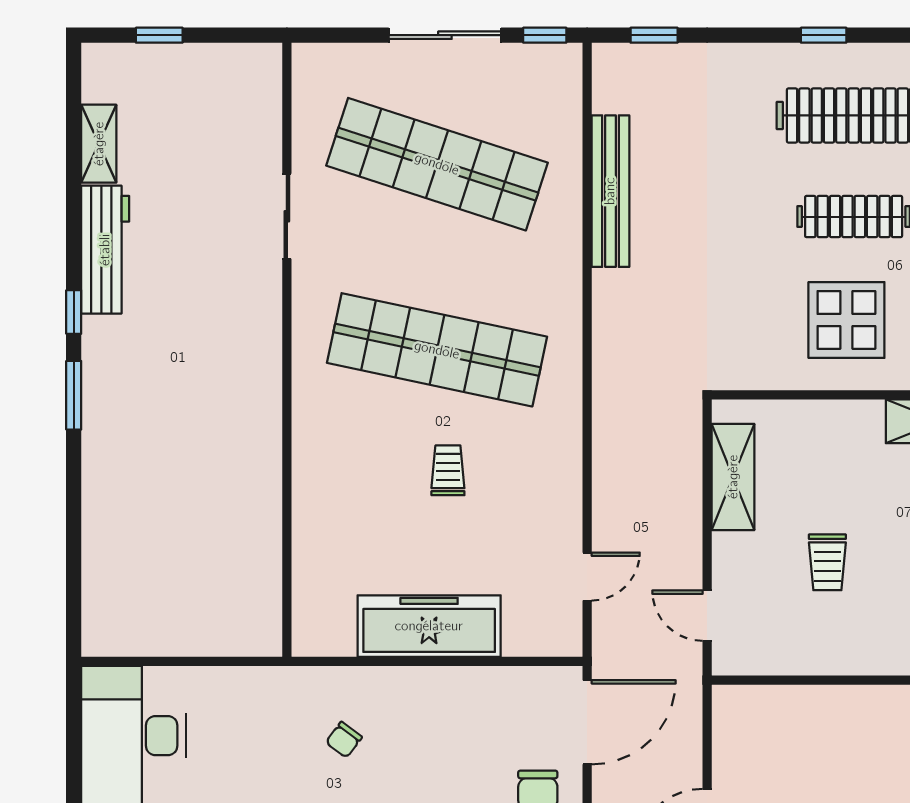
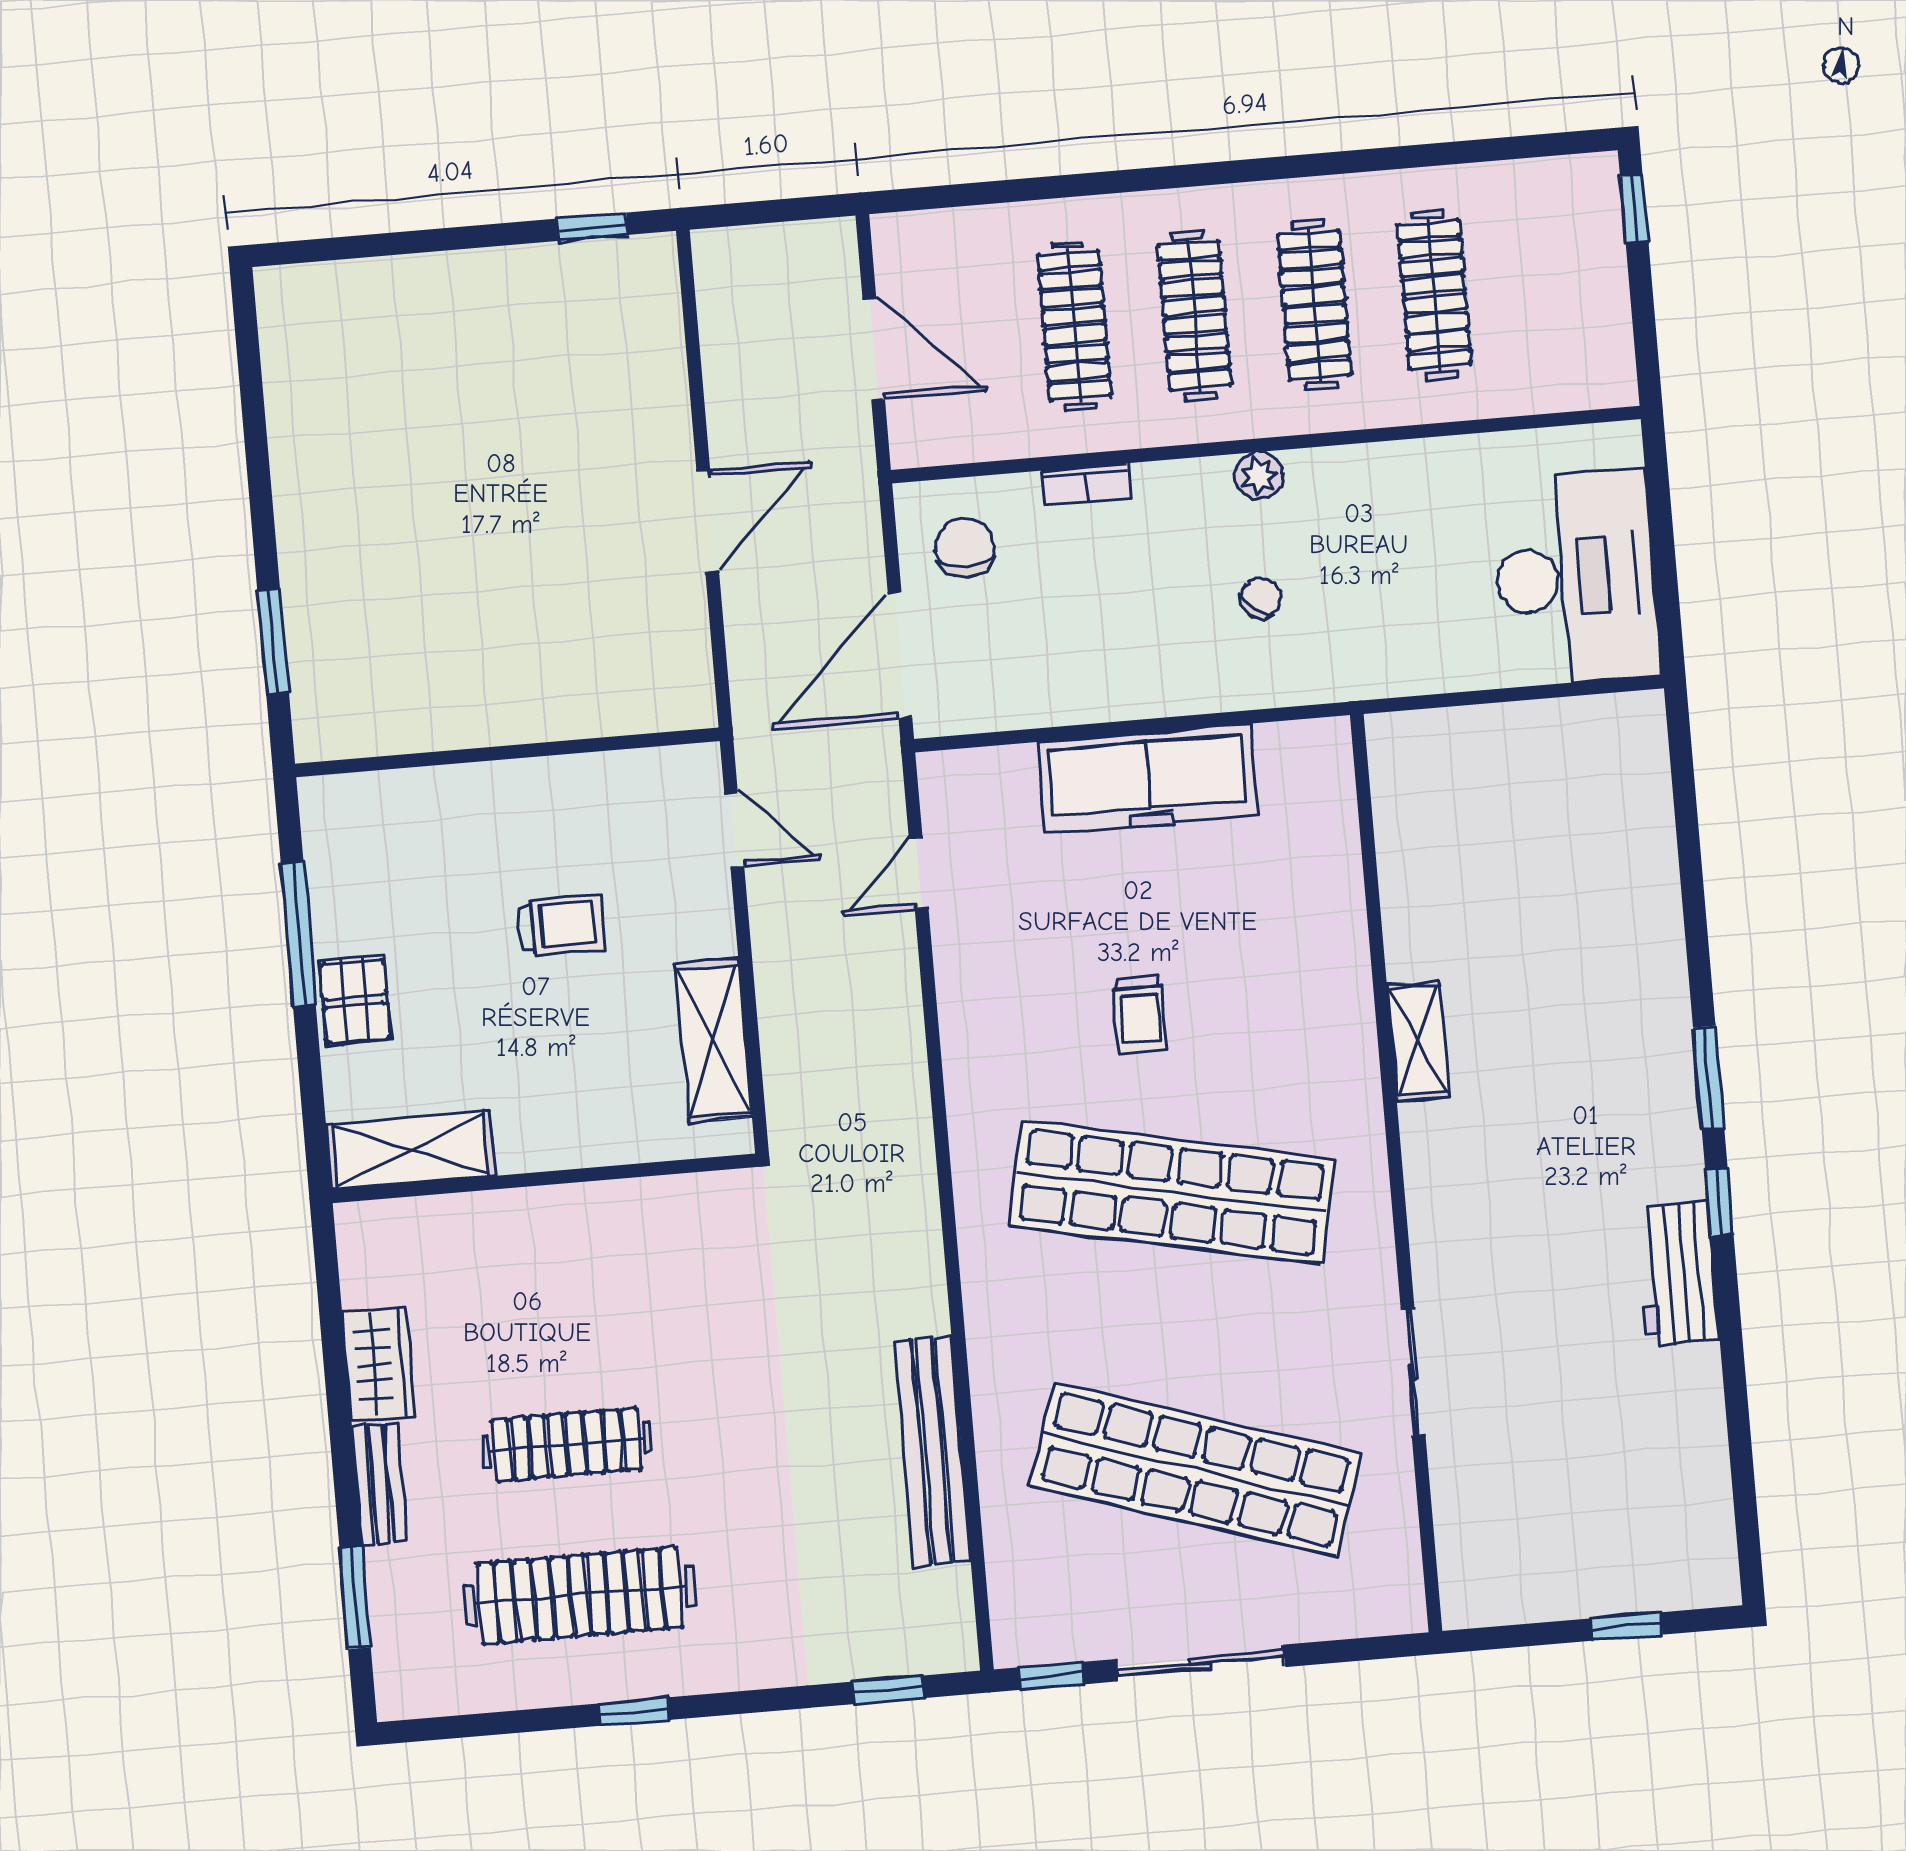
shelving: (99, 144) -> (1418, 1041), moved
workbench: (105, 250) -> (1678, 1273), width x0.73
display table: (846, 320) -> (564, 1289), removed
trolley: (827, 562) -> (562, 925), turned 90

